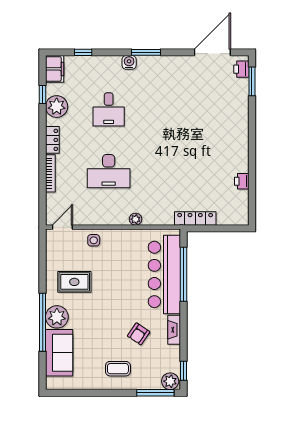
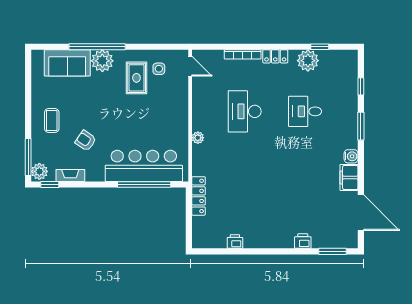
window: (146, 52) -> (361, 126), moved
water cooler: (129, 62) -> (351, 156), moved
filing cabinet: (55, 69) -> (349, 177), moved, turned 90
printer: (241, 69) -> (303, 241), moved
side table: (94, 240) -> (159, 69), moved
fireplace: (174, 330) -> (70, 175), moved

